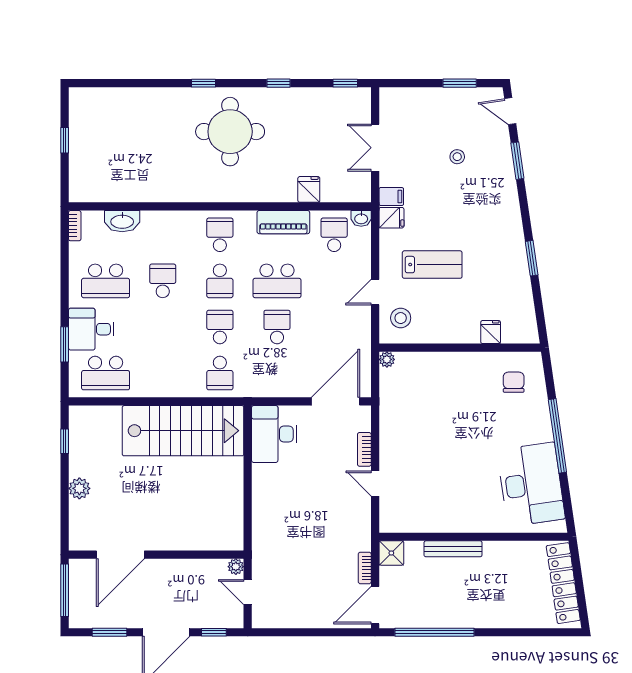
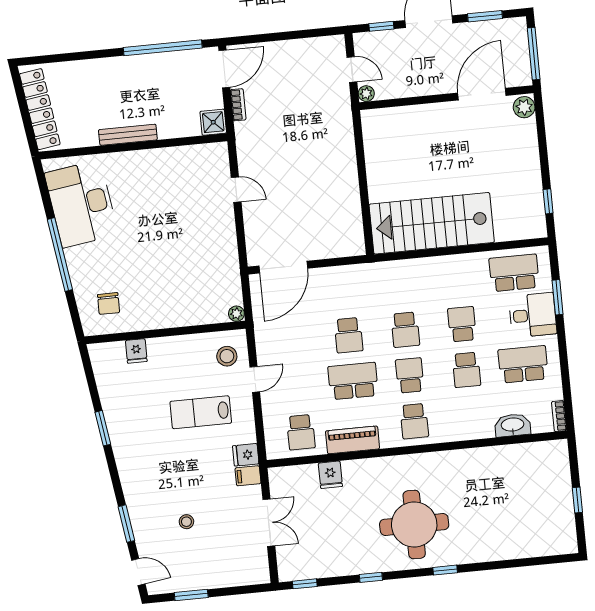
washbasin: (361, 218) -> (276, 451), removed
school desk: (220, 373) -> (462, 324), moved
desk: (274, 434) -> (341, 229), removed
bookcase: (364, 449) -> (250, 222), removed
plant: (79, 488) -> (524, 107), moved
bench: (453, 549) -> (128, 135), moved

